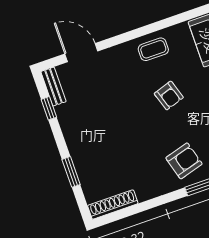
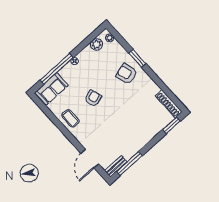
window: (49, 108) -> (129, 164), width x2.17
window: (71, 172) -> (171, 125), moved

